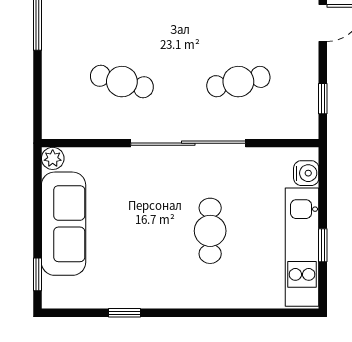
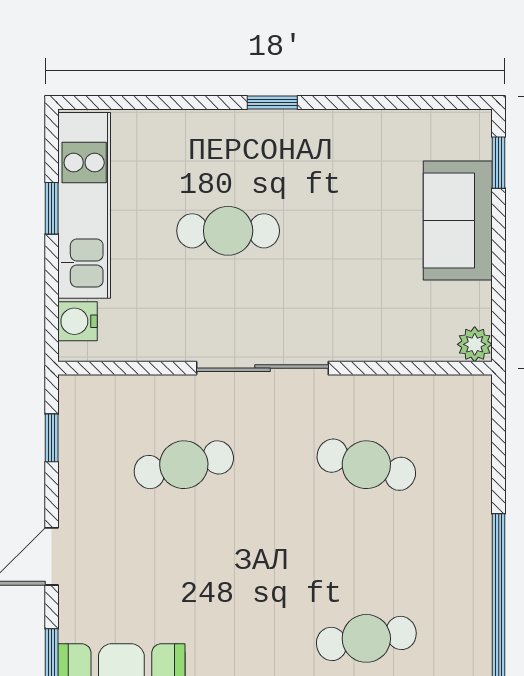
sliding door: (188, 143) -> (262, 368), width x0.73
sofa: (64, 224) -> (458, 221), width x0.73
cafe table: (210, 231) -> (228, 231), turned 90
window: (124, 313) -> (272, 103), moved

